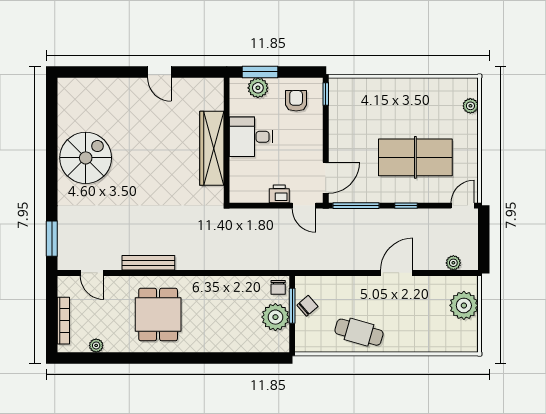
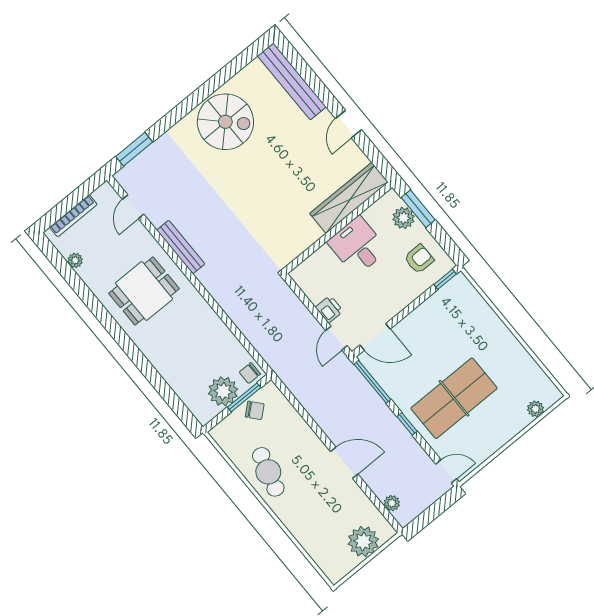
bench: (96, 87) -> (292, 81), added
wardrobe: (212, 148) -> (349, 198), moved
table tennis table: (415, 157) -> (454, 398), turned 90

